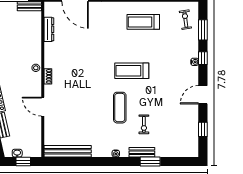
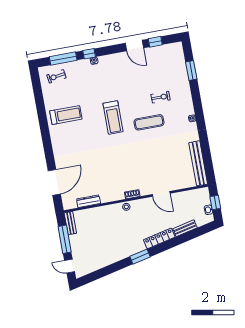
treadmill: (143, 22) -> (66, 115), turned -90
window: (203, 30) -> (63, 59), width x1.44
door: (203, 95) -> (134, 46), moved
door: (43, 107) -> (161, 194), hinge flipped
bench: (142, 152) -> (187, 94), removed
window: (150, 162) -> (191, 70), moved

